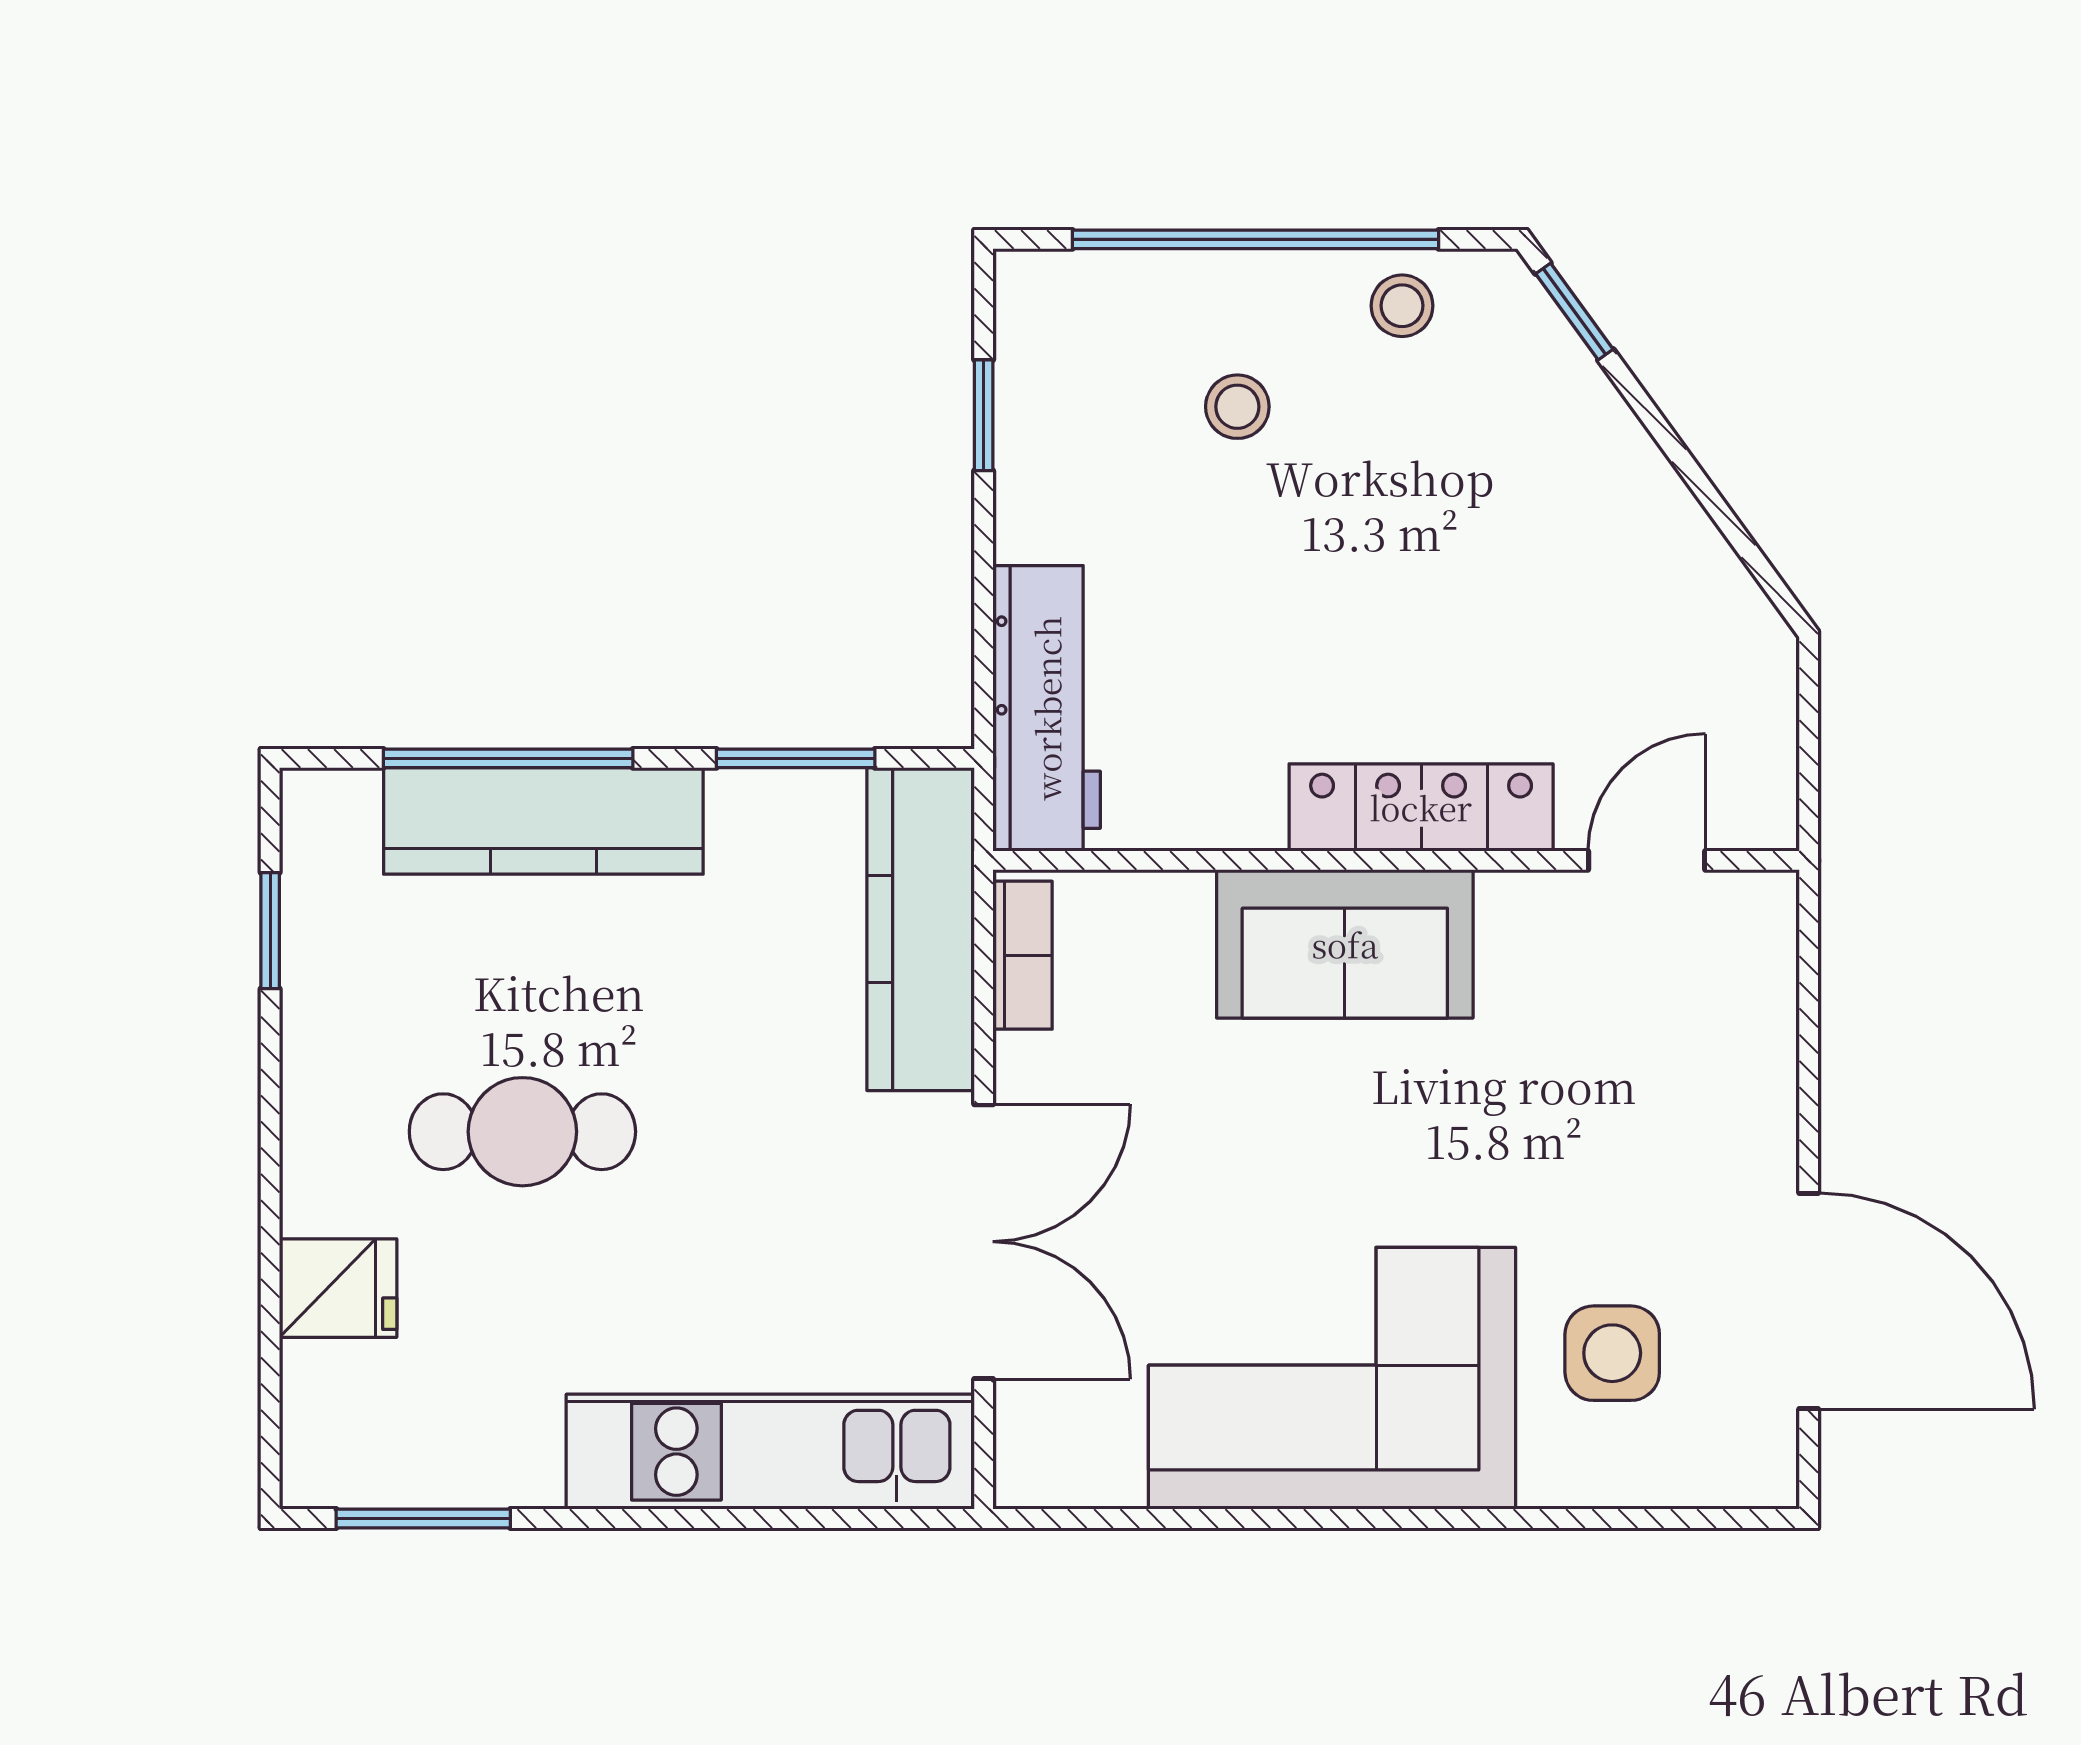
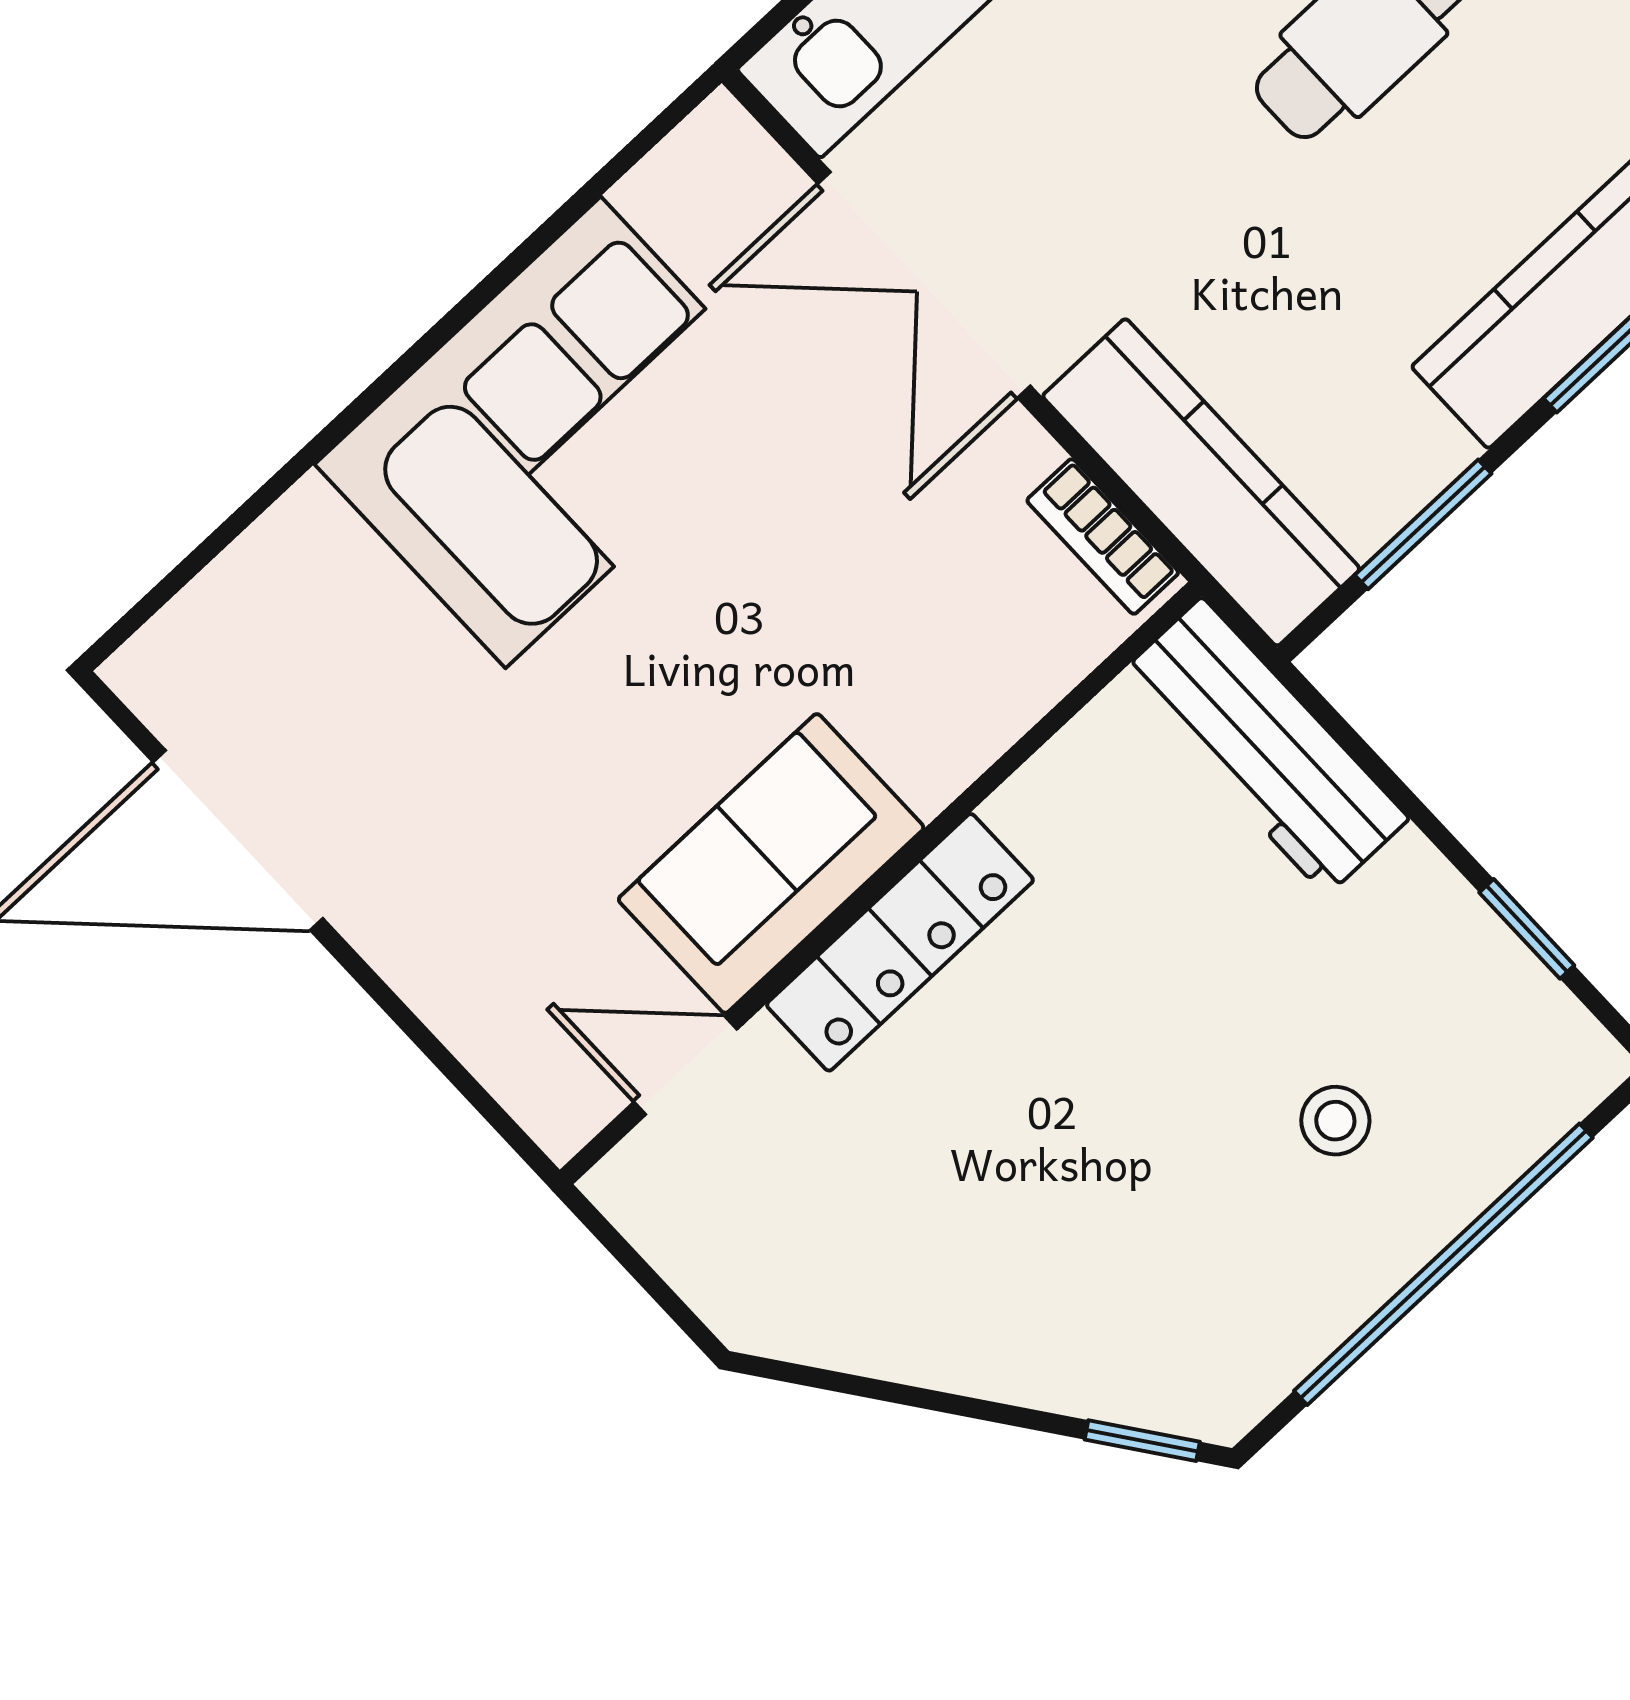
stool: (1402, 306) -> (1281, 1319), removed
door: (1647, 860) -> (685, 1066), swing flipped
sofa: (1345, 944) -> (771, 863), moved
side table: (1612, 1353) -> (353, 656), removed

